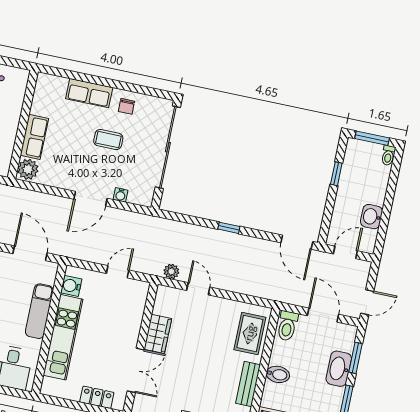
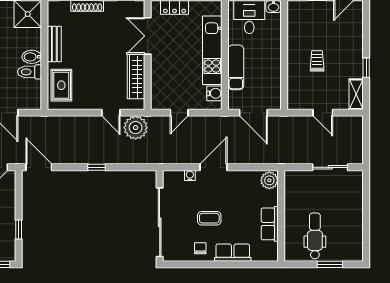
row of seats: (34, 137) -> (270, 224), moved
plant: (171, 272) -> (136, 128), width x1.88, depth x1.88
toilet: (287, 326) -> (30, 72), moved, turned -90
wardrobe: (158, 334) -> (136, 77), width x1.50

